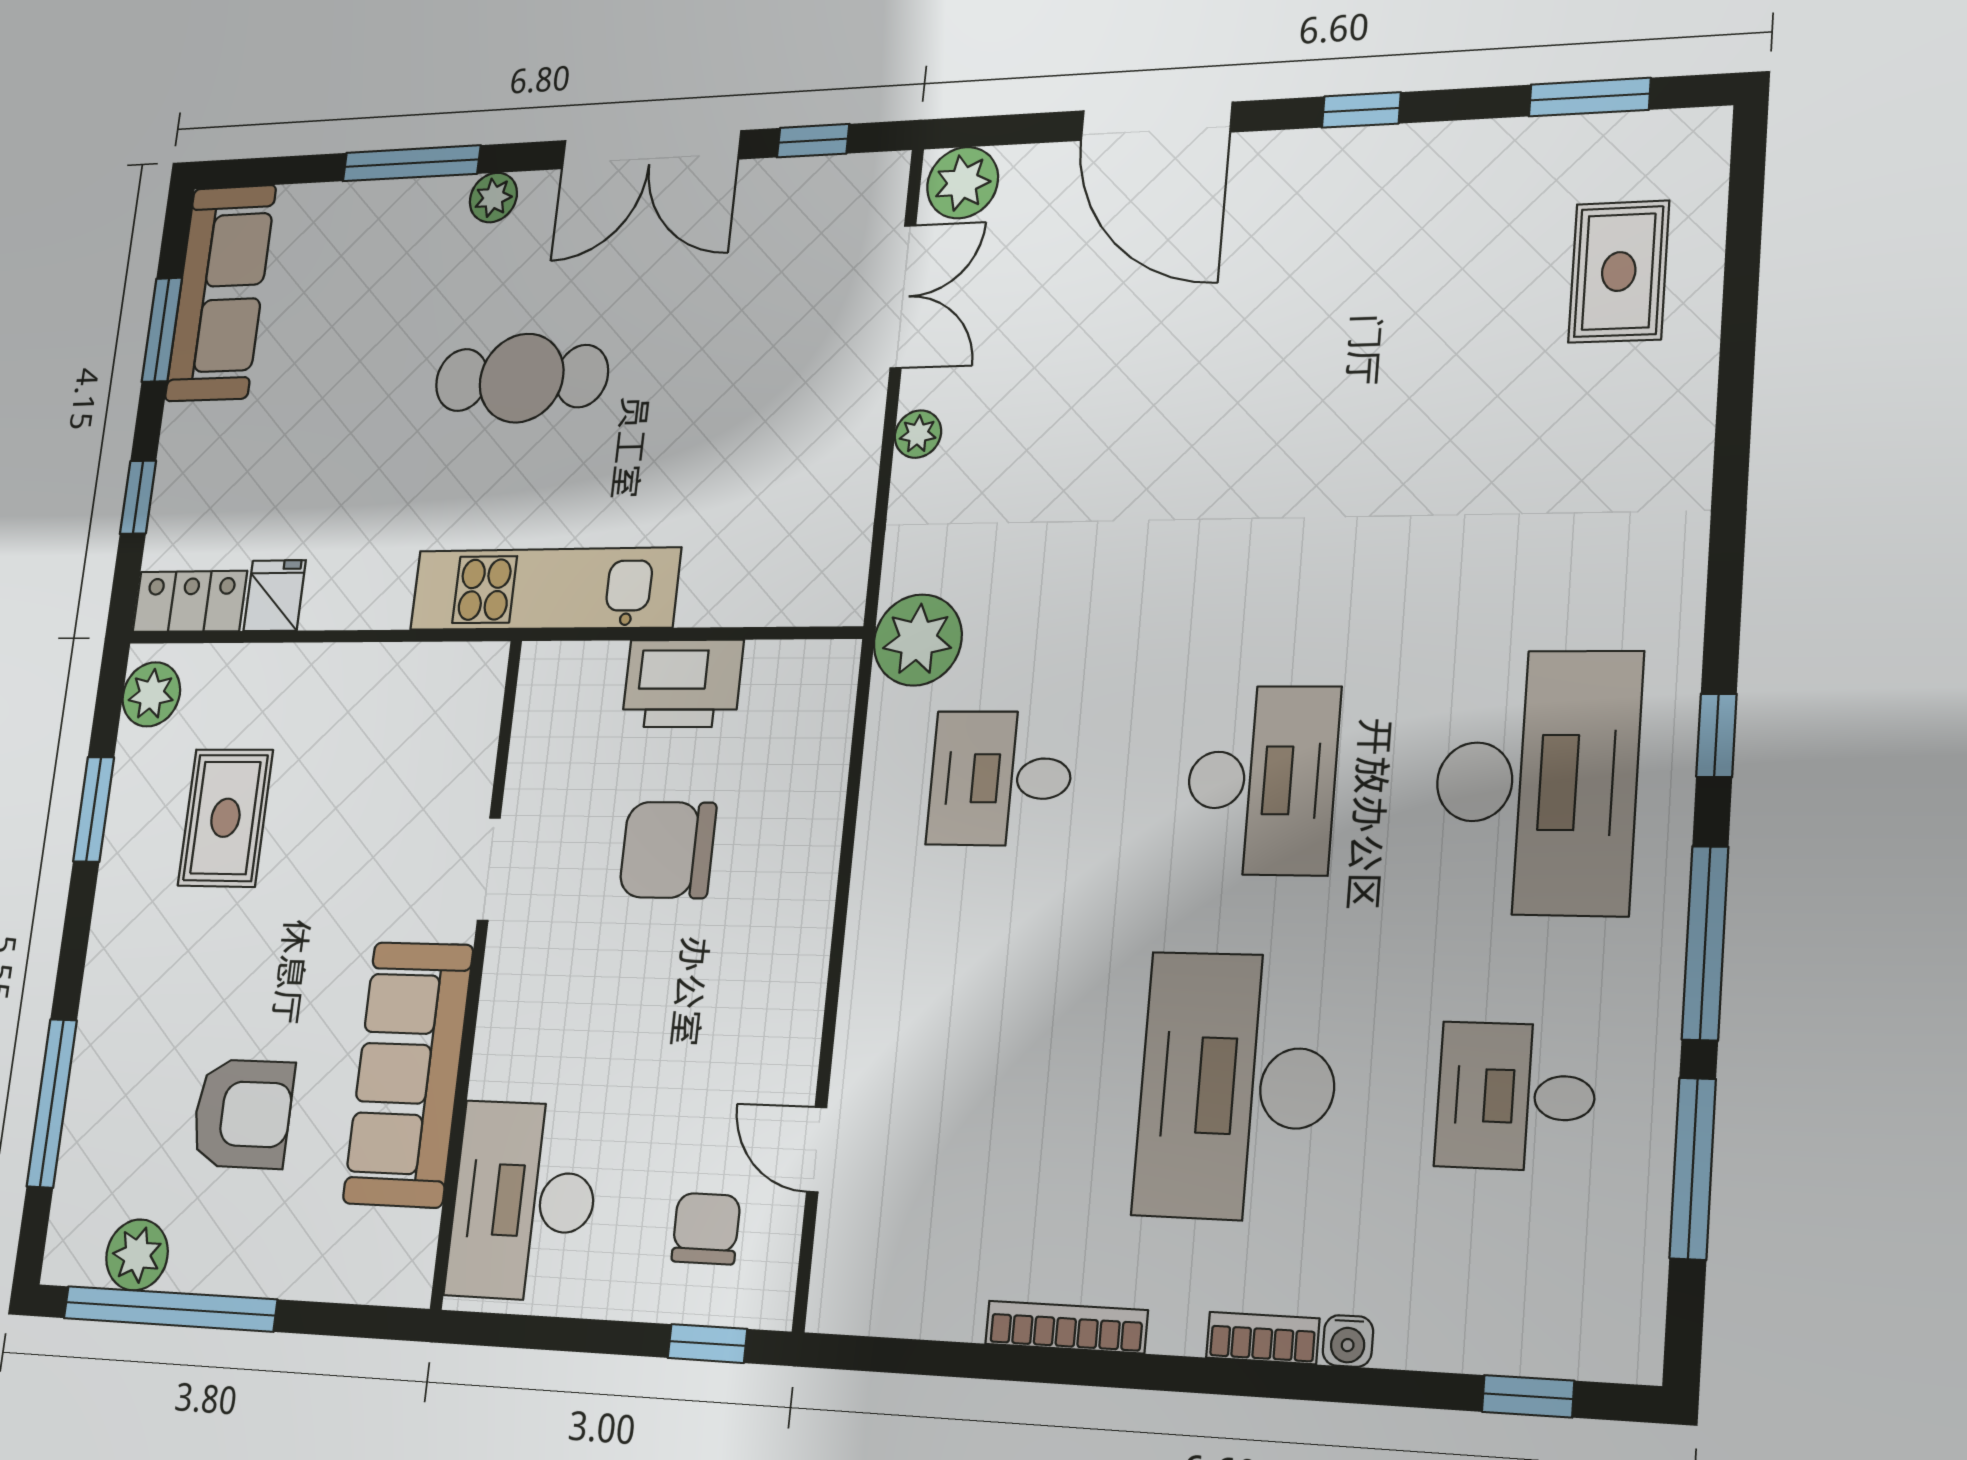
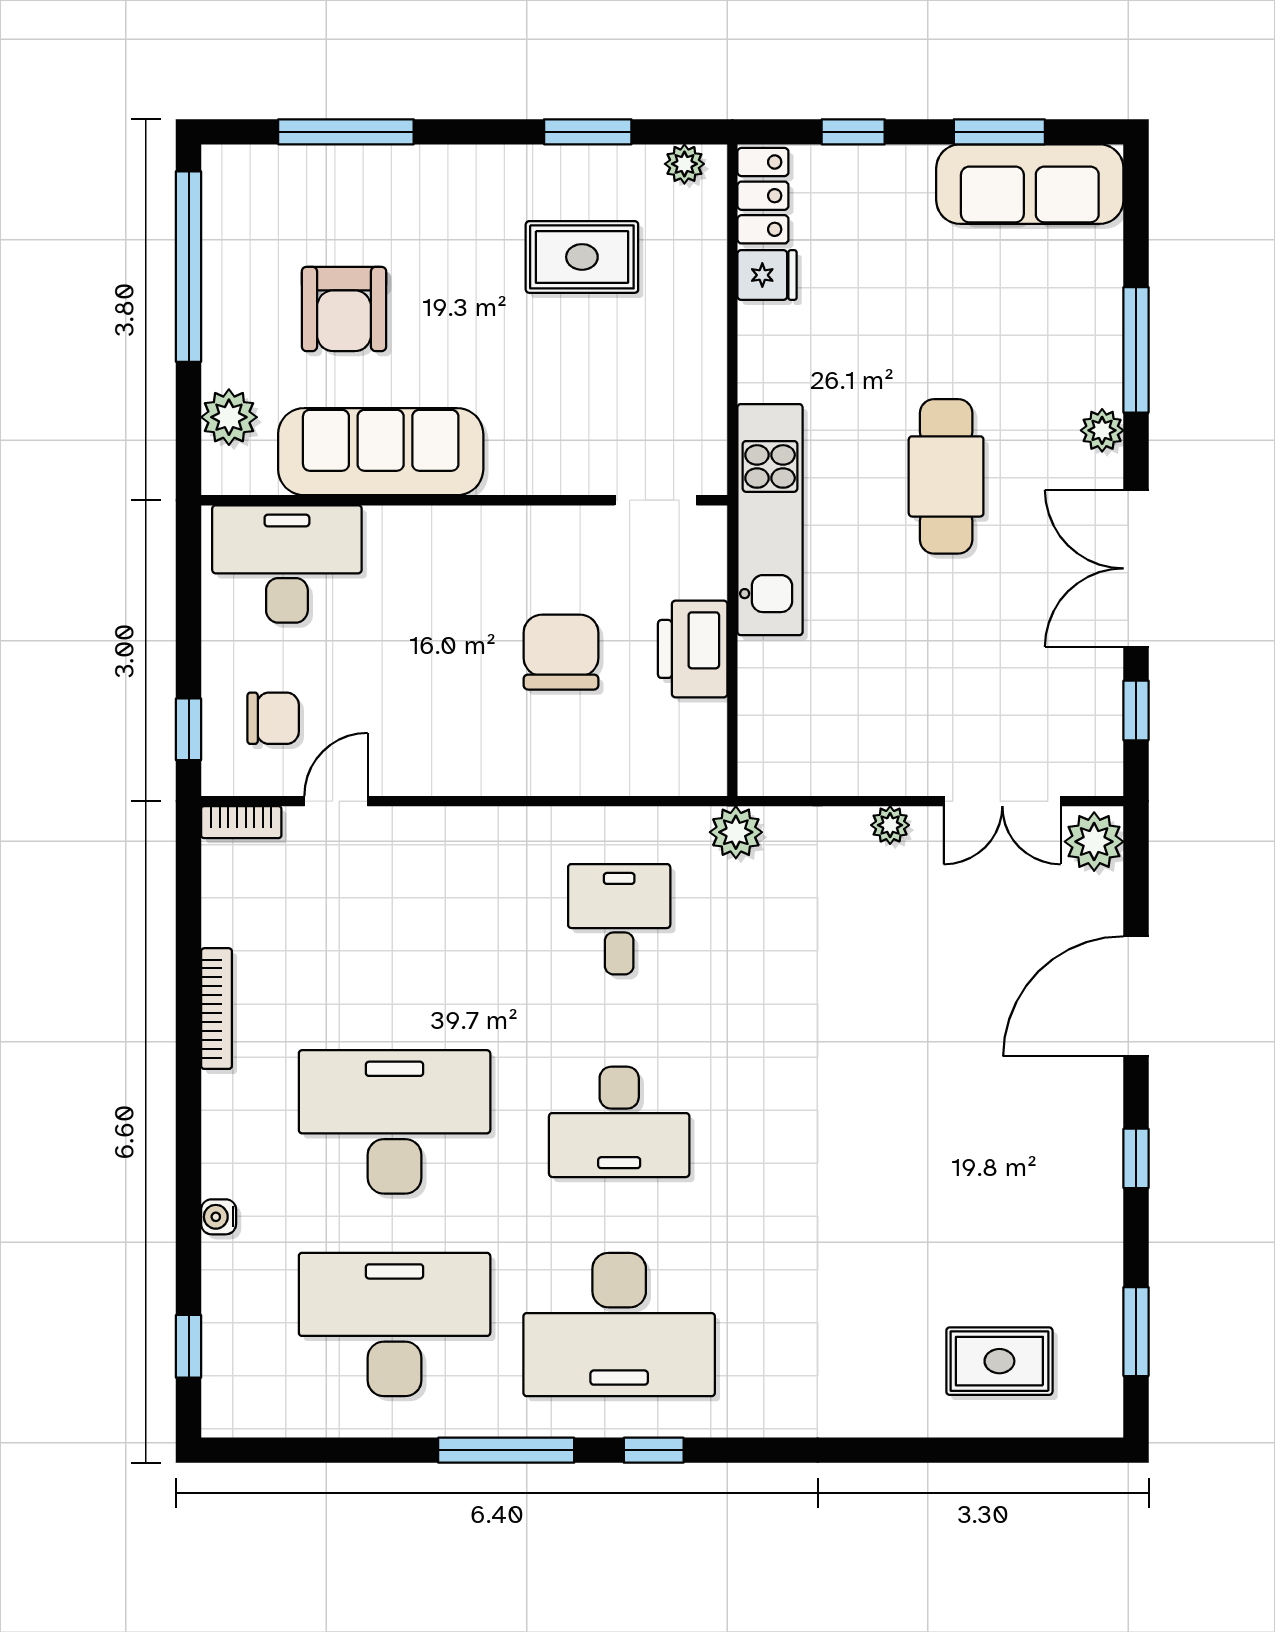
plant: (918, 640) -> (736, 832), width x0.73, depth x0.73
plant: (151, 694) -> (684, 164), width x0.73, depth x0.73
doorway: (489, 869) -> (656, 500), moved
desk: (1516, 1096) -> (395, 1324), width x1.87, depth x1.30
window: (1693, 1168) -> (350, 1450), removed
plant: (137, 1255) -> (229, 417), moved
bookcase: (1263, 1338) -> (241, 822), moved, turned 90

